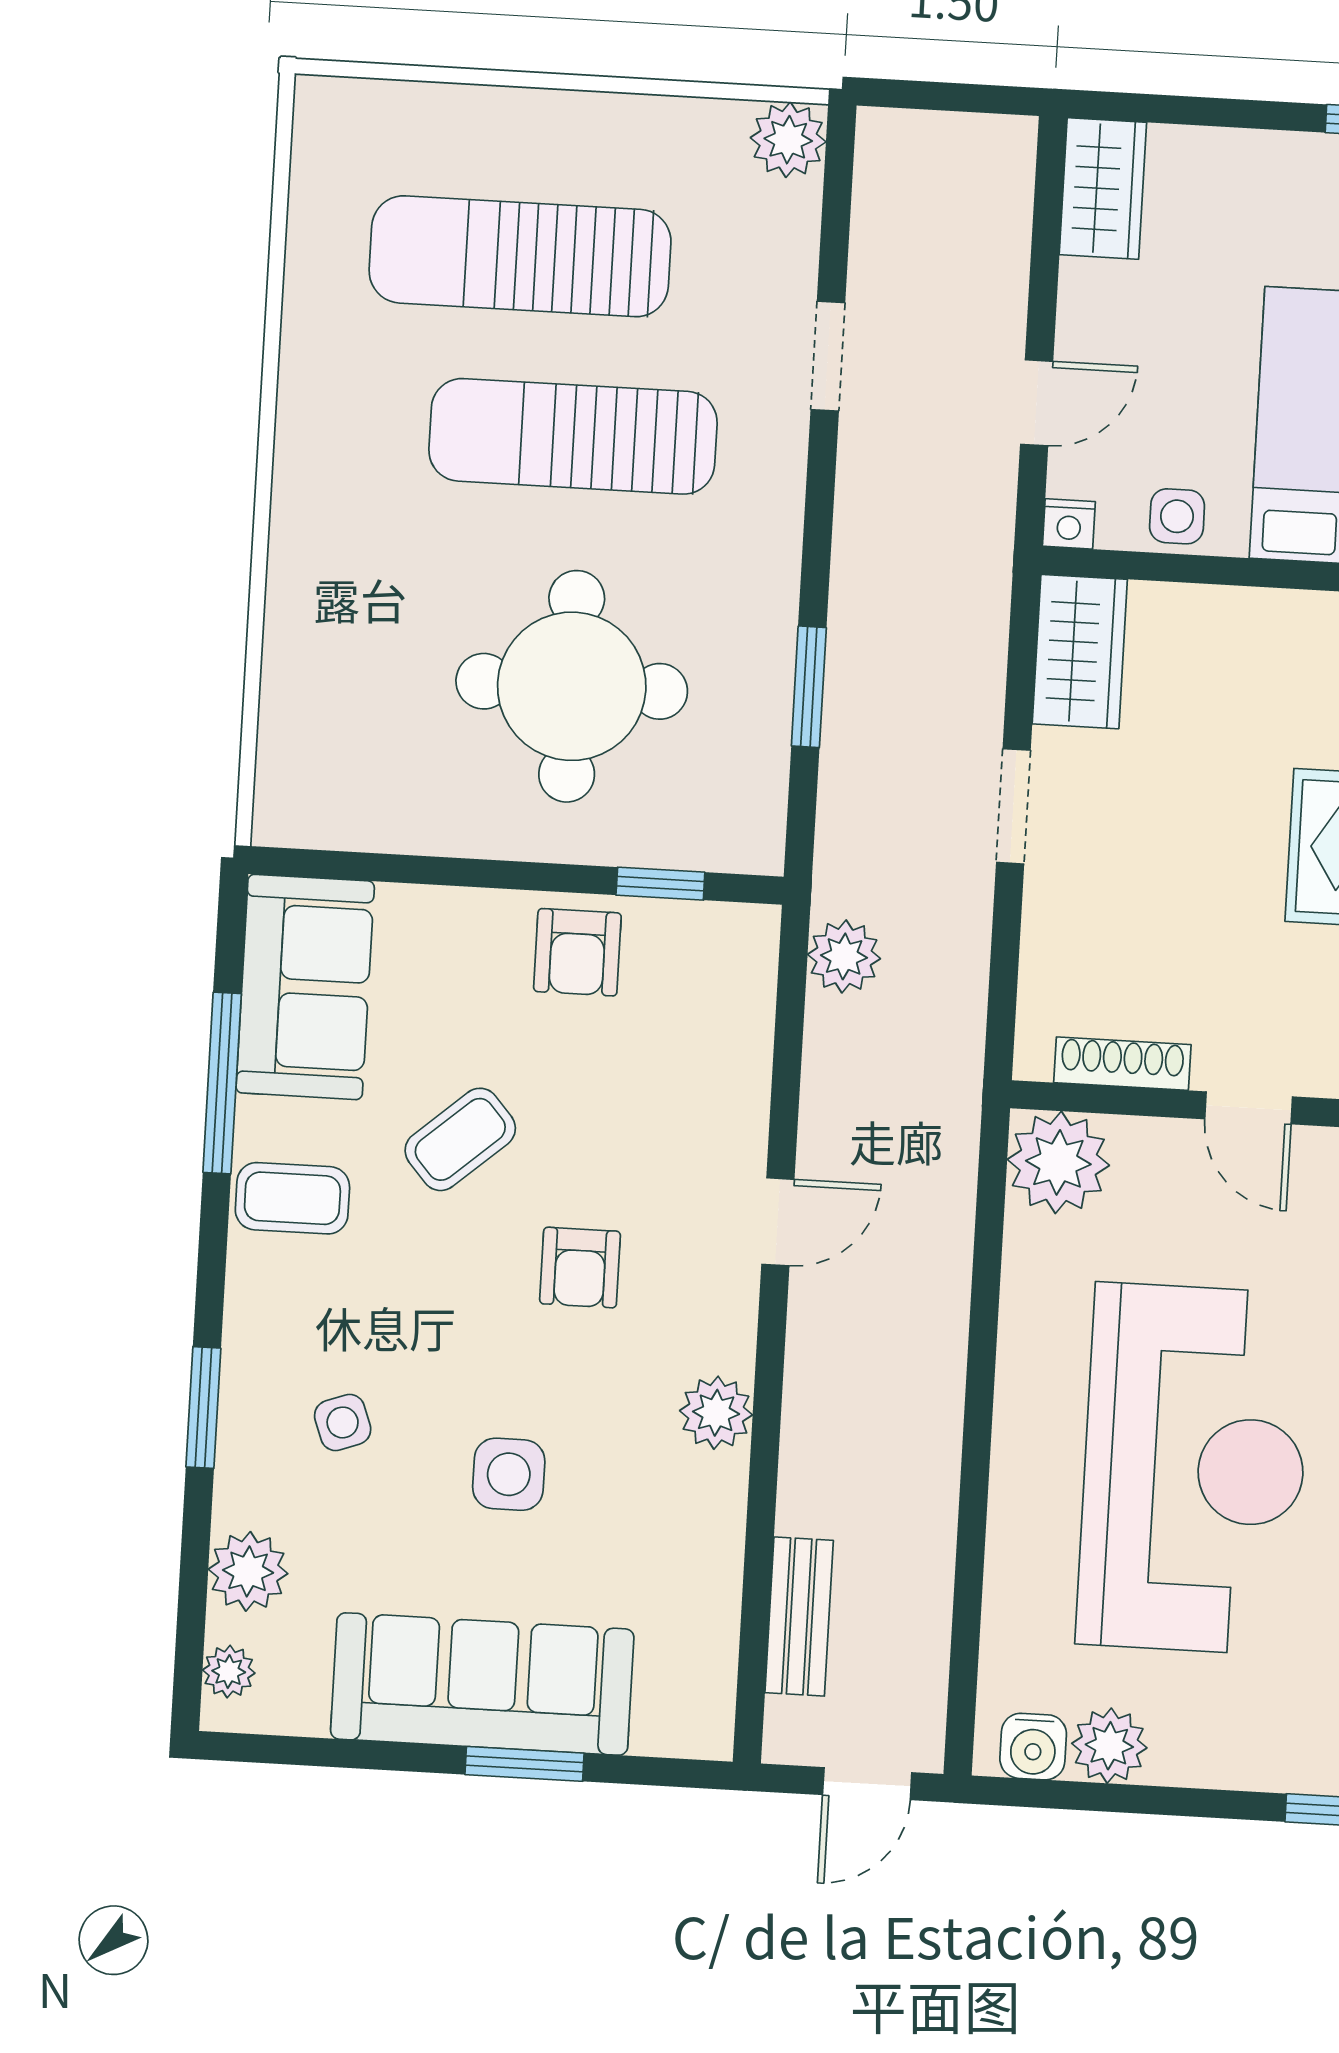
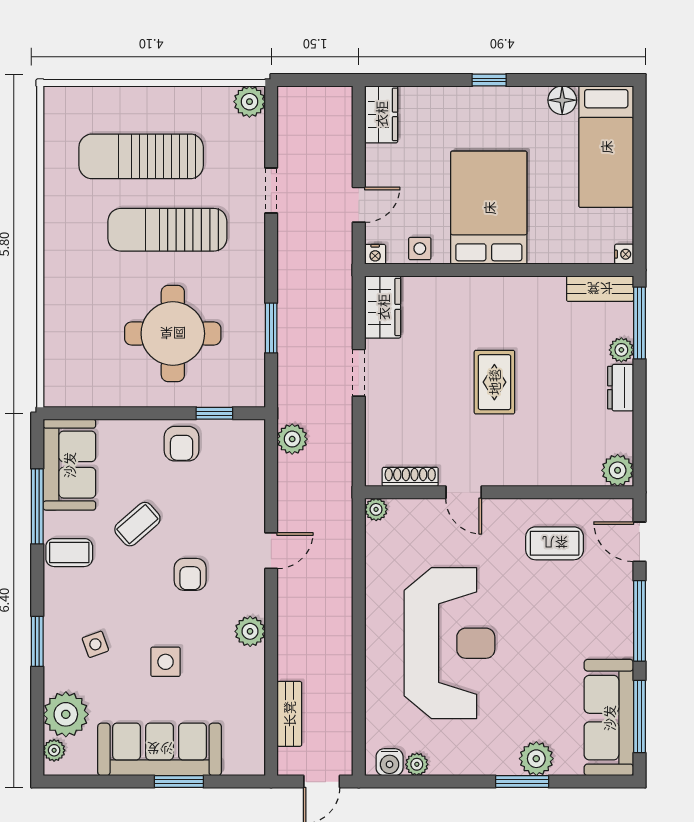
plant: (1058, 1162) -> (376, 509), width x0.53, depth x0.53
plant: (248, 1571) -> (66, 714), width x1.36, depth x1.36
plant: (1109, 1746) -> (417, 764), width x0.73, depth x0.73

